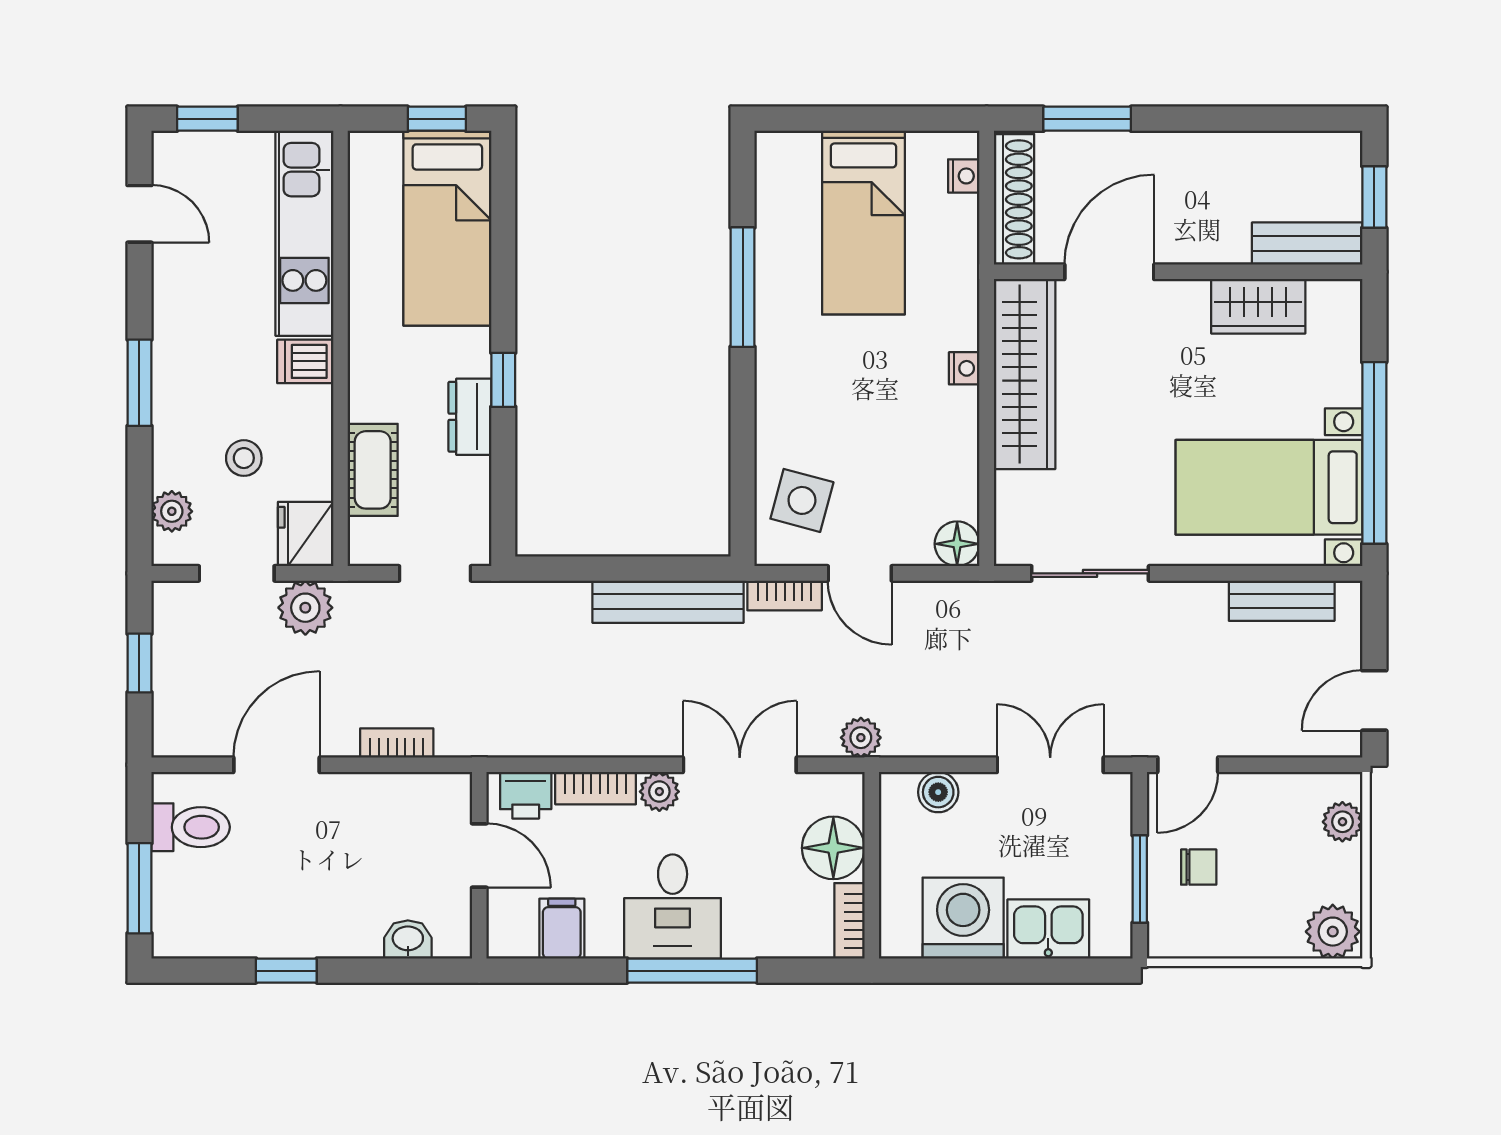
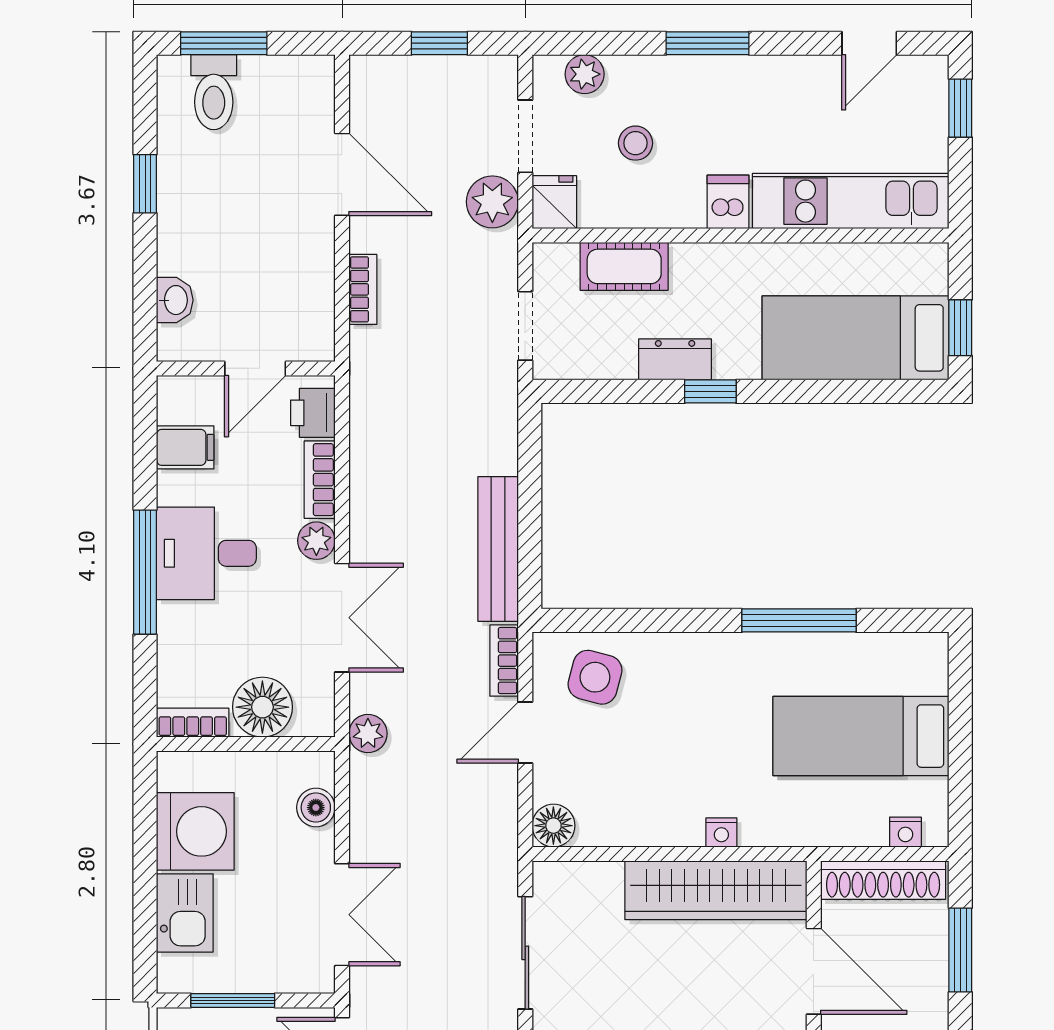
fridge: (306, 534) -> (554, 202), width x0.72
toilet: (191, 827) -> (214, 92), moved

